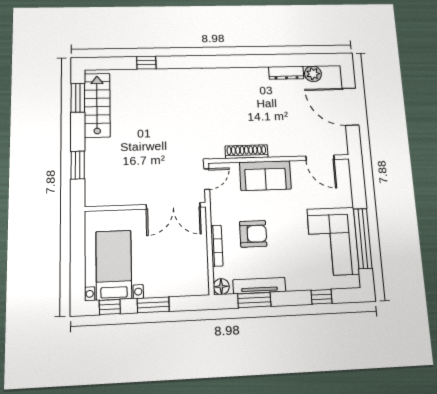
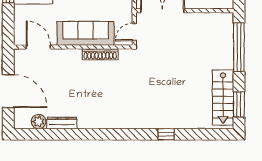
window: (146, 63) -> (166, 134), moved
window: (78, 165) -> (239, 47), width x2.11
sofa: (265, 176) -> (86, 33), width x1.36

